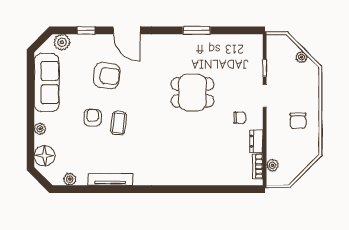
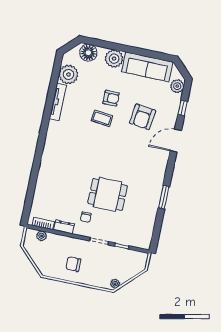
plant: (301, 57) -> (115, 284), moved
dining table: (193, 92) -> (108, 194), moved, turned 90
plant: (40, 129) -> (114, 59), width x1.88, depth x1.88
plant: (70, 179) -> (68, 74), width x1.88, depth x1.88

